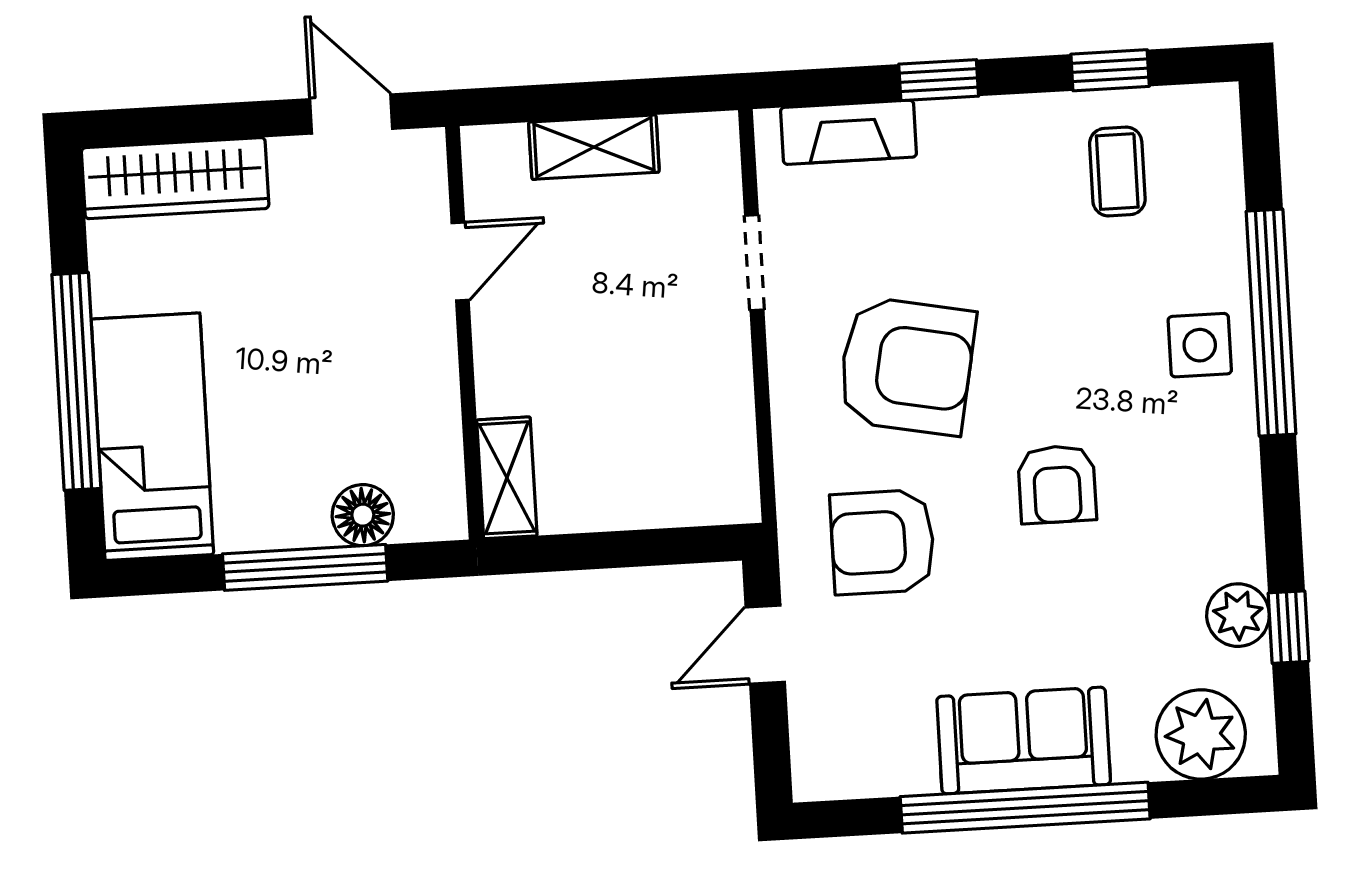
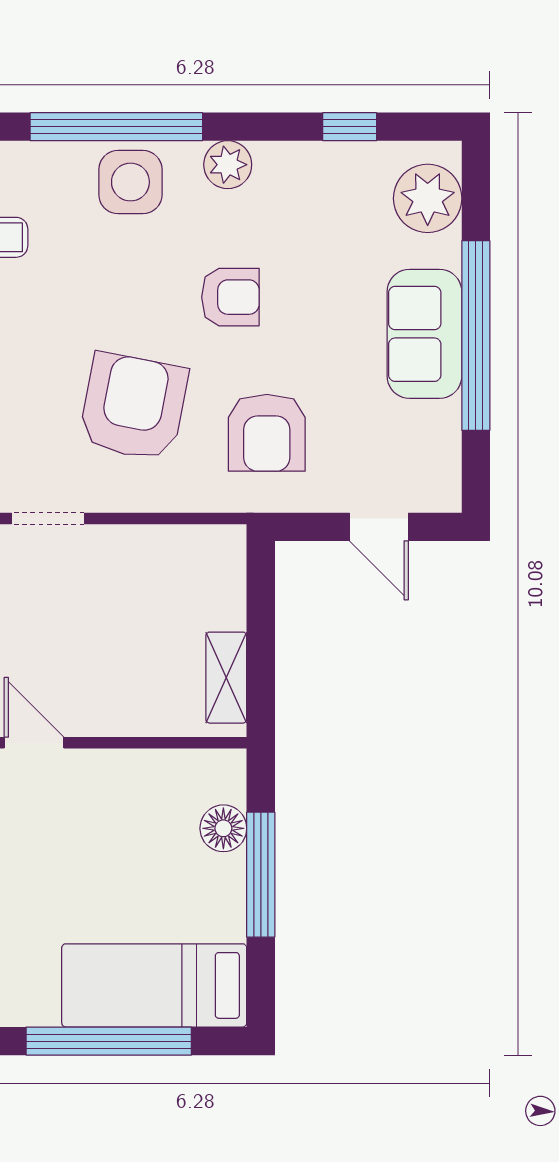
side table: (1200, 345) -> (130, 182), width x1.37, depth x1.37
shelving: (507, 478) -> (226, 678), moved, turned 90
plant: (1238, 615) -> (228, 165), moved
door: (765, 645) -> (379, 527), moved

